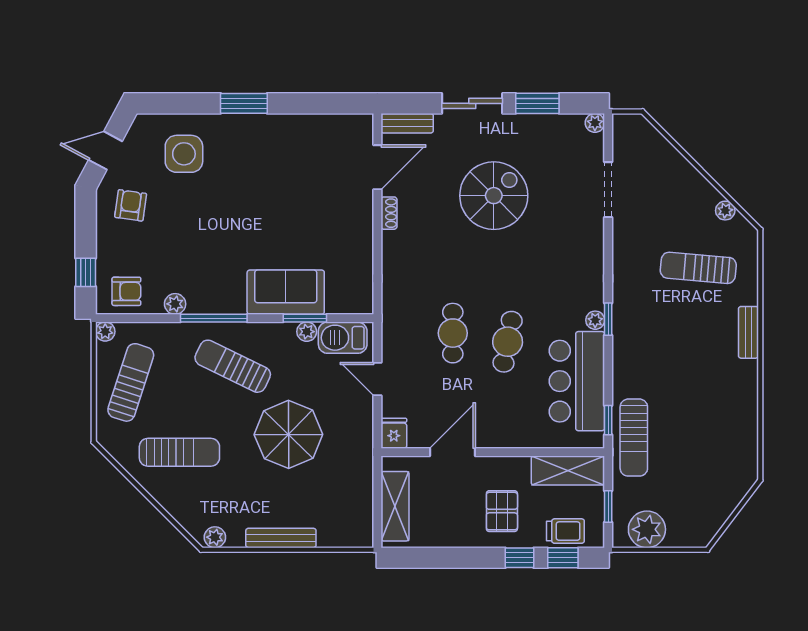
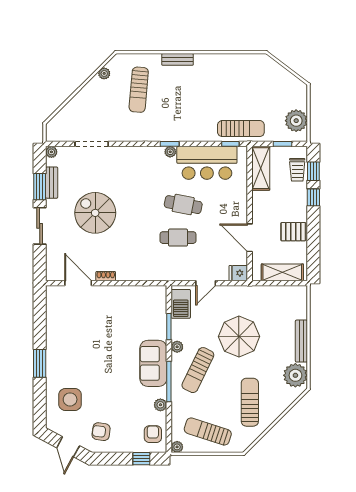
bench: (407, 123) -> (52, 183), moved
sofa: (286, 292) -> (153, 363), moved
plant: (307, 332) -> (177, 347), moved
pallet: (502, 511) -> (293, 232), moved
trolley: (565, 531) -> (297, 170), turned 180
plant: (215, 537) -> (295, 375), width x1.88, depth x1.88

